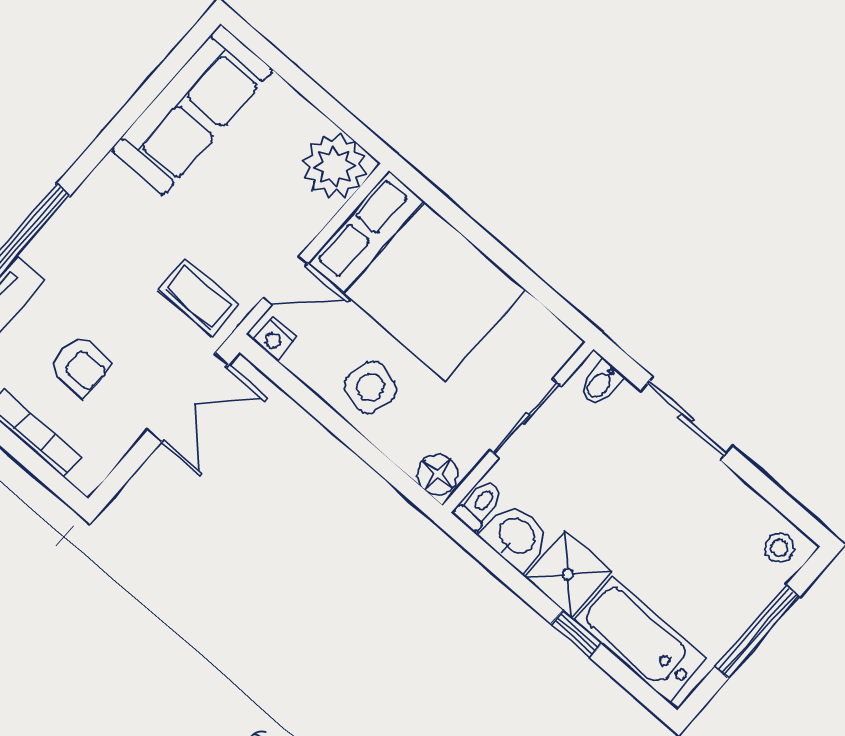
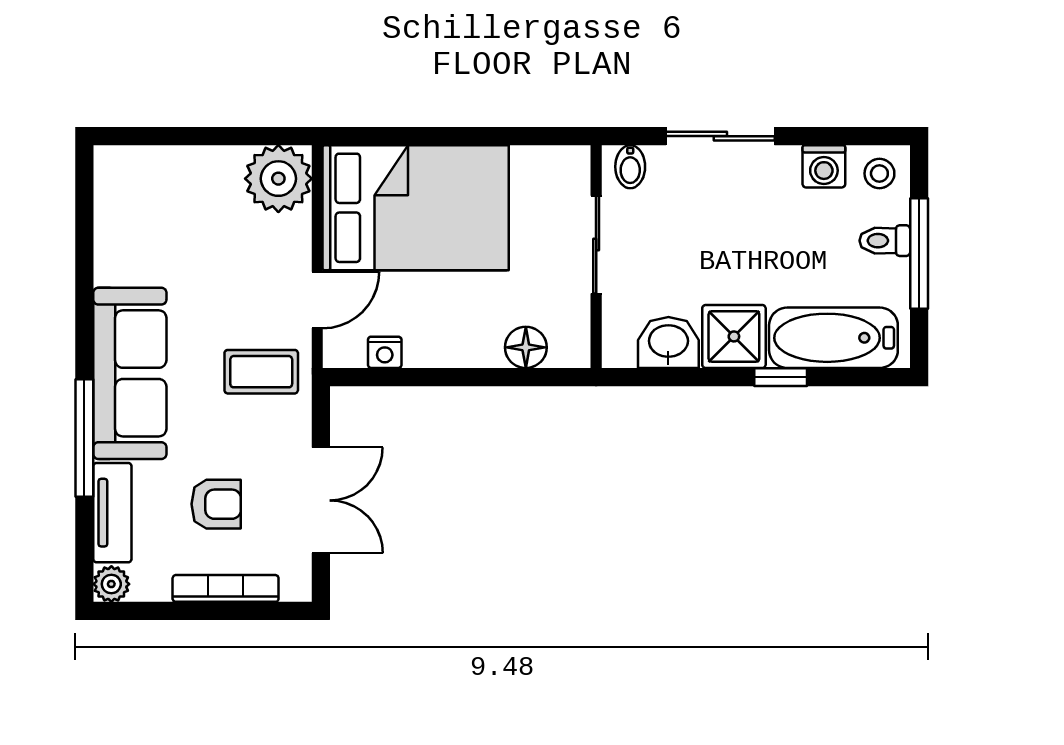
sofa: (192, 110) -> (130, 373), moved
nightstand: (275, 339) -> (385, 352), moved
side table: (370, 387) -> (455, 325), removed
double door: (188, 398) -> (321, 500), moved
floor lamp: (437, 474) -> (526, 347), moved
toilet: (480, 505) -> (885, 241), moved, turned -90
washing machine: (743, 507) -> (824, 166), added

